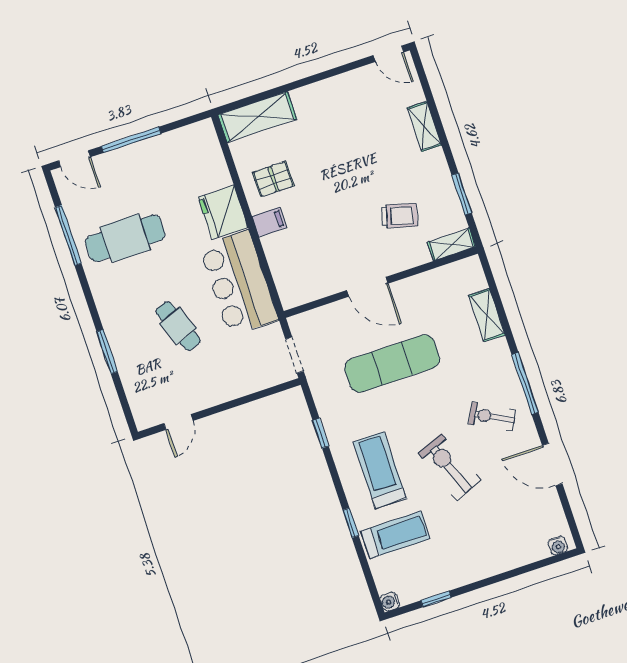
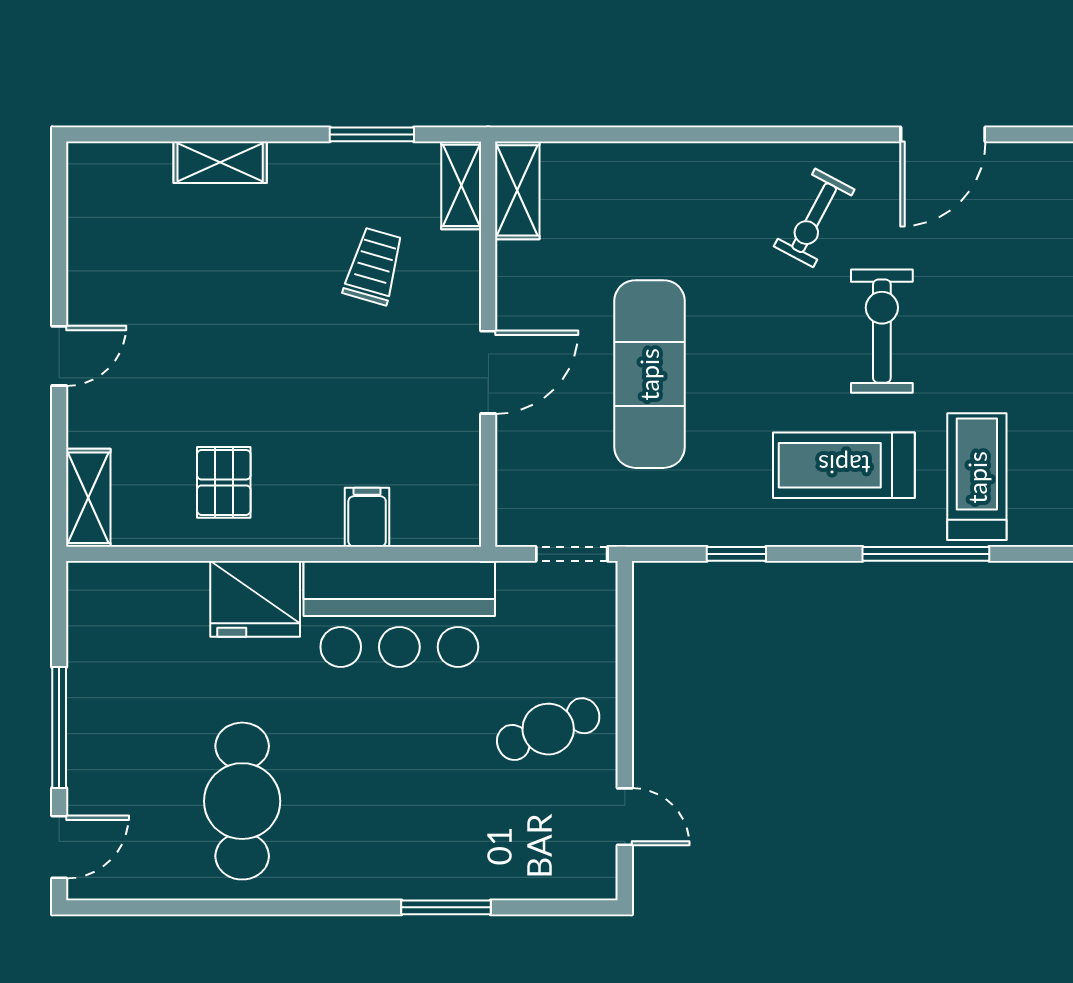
door: (389, 54) -> (59, 356), moved
shelving: (257, 117) -> (88, 498), width x0.67, depth x0.75
filing cabinet: (269, 222) -> (367, 517), moved
window: (68, 235) -> (201, 907), removed
shelving: (487, 315) -> (517, 190), moved, turned 90
cafe table: (178, 326) -> (548, 729), moved
window: (525, 383) -> (772, 134), removed
exercise bike: (449, 467) -> (882, 331), turned 111
window: (351, 523) -> (926, 554), width x2.17

